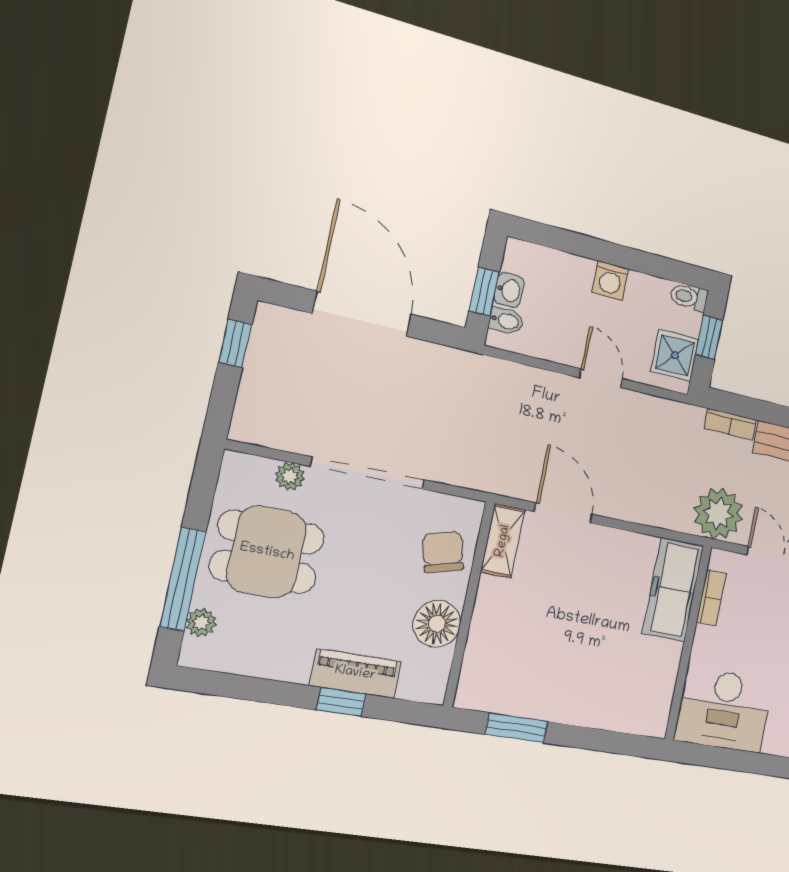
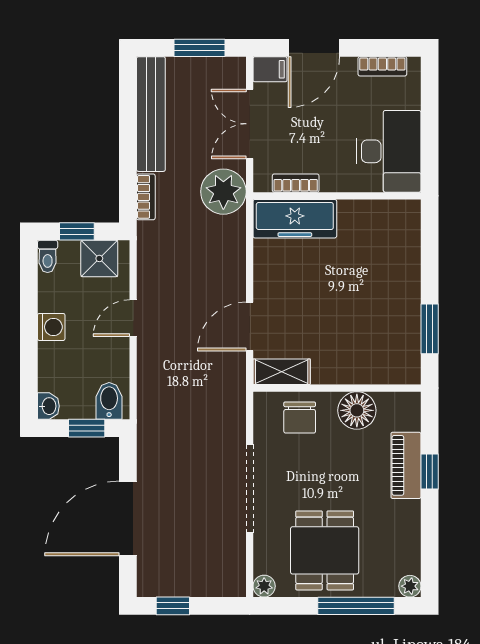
washbasin: (509, 290) -> (48, 406), moved, turned 90
bidet: (506, 321) -> (109, 401), width x1.38, depth x1.36
plant: (290, 476) -> (264, 586), moved
chair: (443, 552) -> (300, 418), turned -75
plant: (201, 622) -> (410, 586), moved

